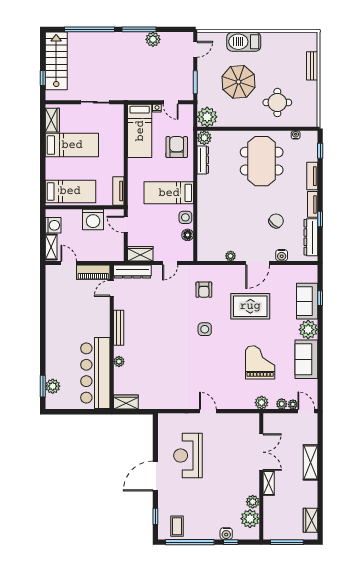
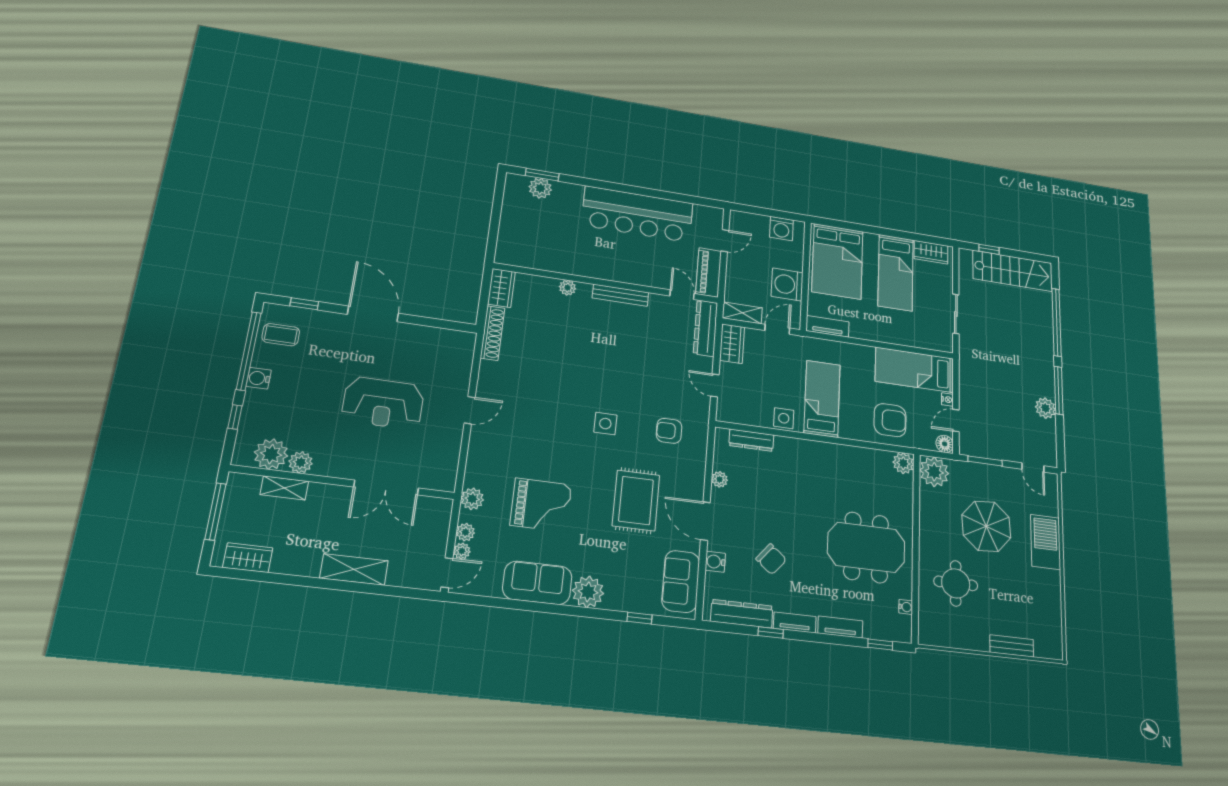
dresser: (203, 160) -> (751, 440), moved
bed: (70, 191) -> (837, 261), width x1.50
floor lamp: (188, 235) -> (945, 444), moved
shelving: (51, 247) -> (742, 313), moved
sofa: (307, 301) -> (681, 581), moved, turned -90
bar counter: (95, 373) -> (638, 214), moved, turned 180
shoe rack: (157, 404) -> (493, 333), added
reception desk: (188, 456) -> (383, 403), moved, turned 180
shelving: (269, 483) -> (284, 488), moved
water cooler: (226, 534) -> (259, 378), moved

